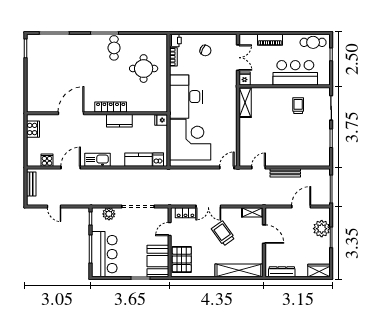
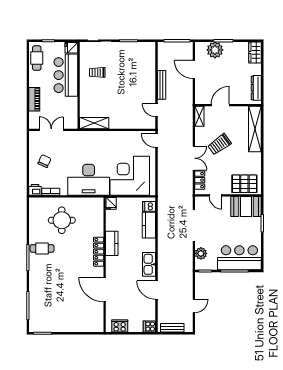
fridge: (245, 79) -> (71, 48), moved
cooker: (47, 160) -> (149, 326), moved

